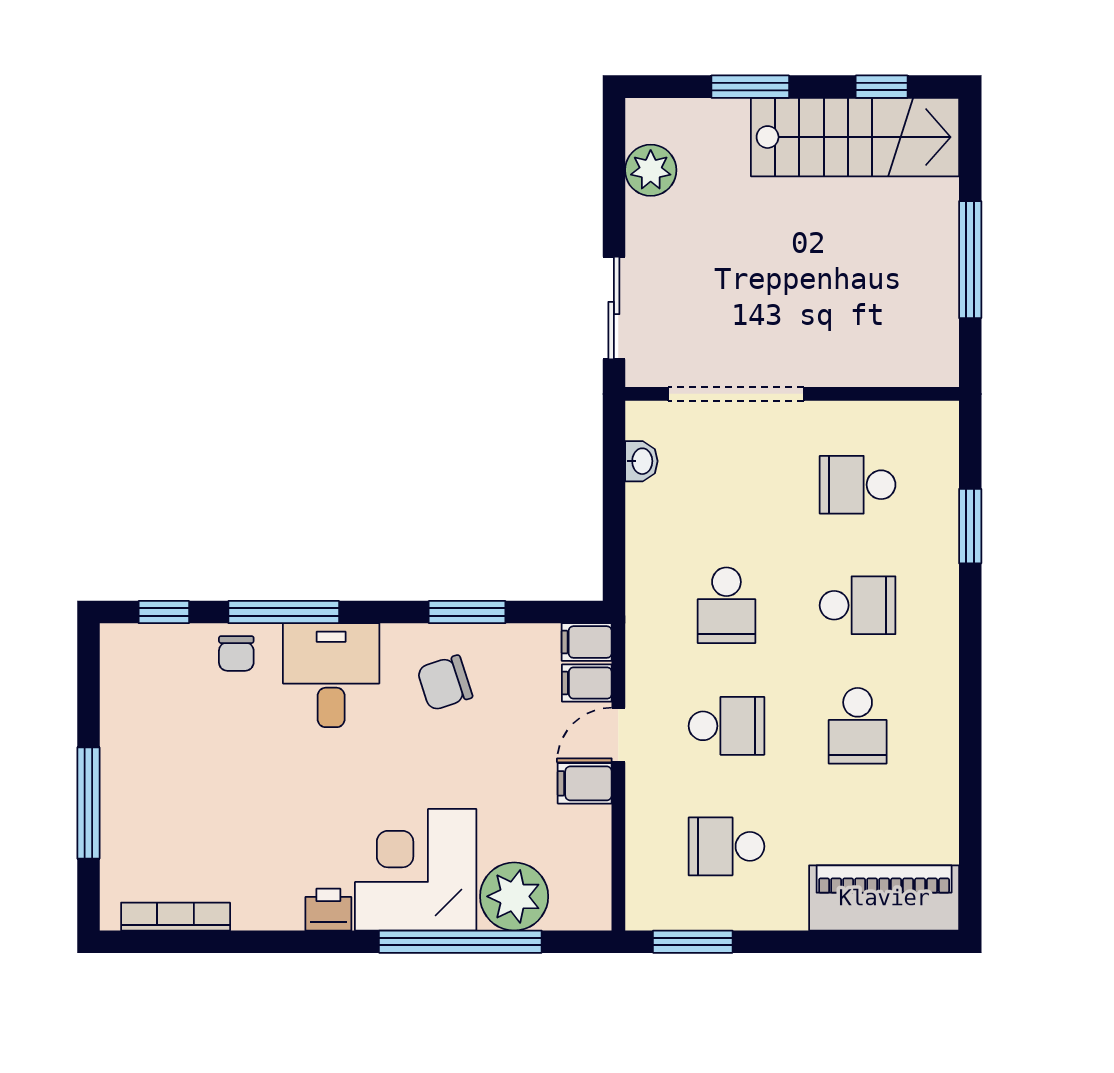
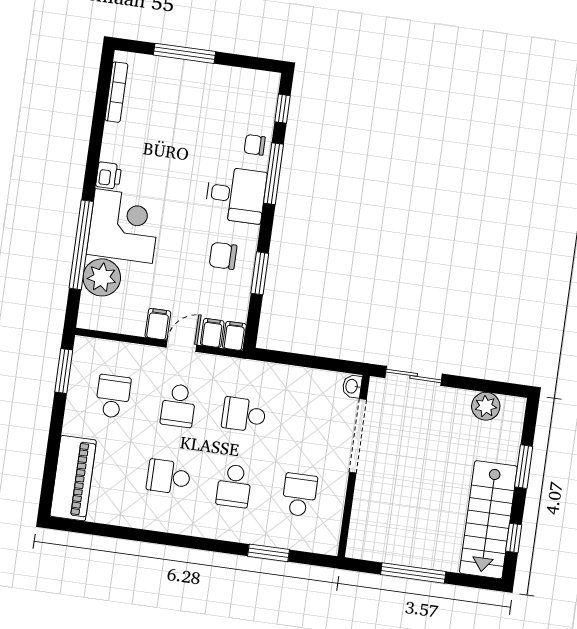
washbasin: (641, 461) -> (352, 386), moved, turned 90
chair: (445, 683) -> (223, 256), turned -72
door: (618, 735) -> (182, 346), hinge flipped

